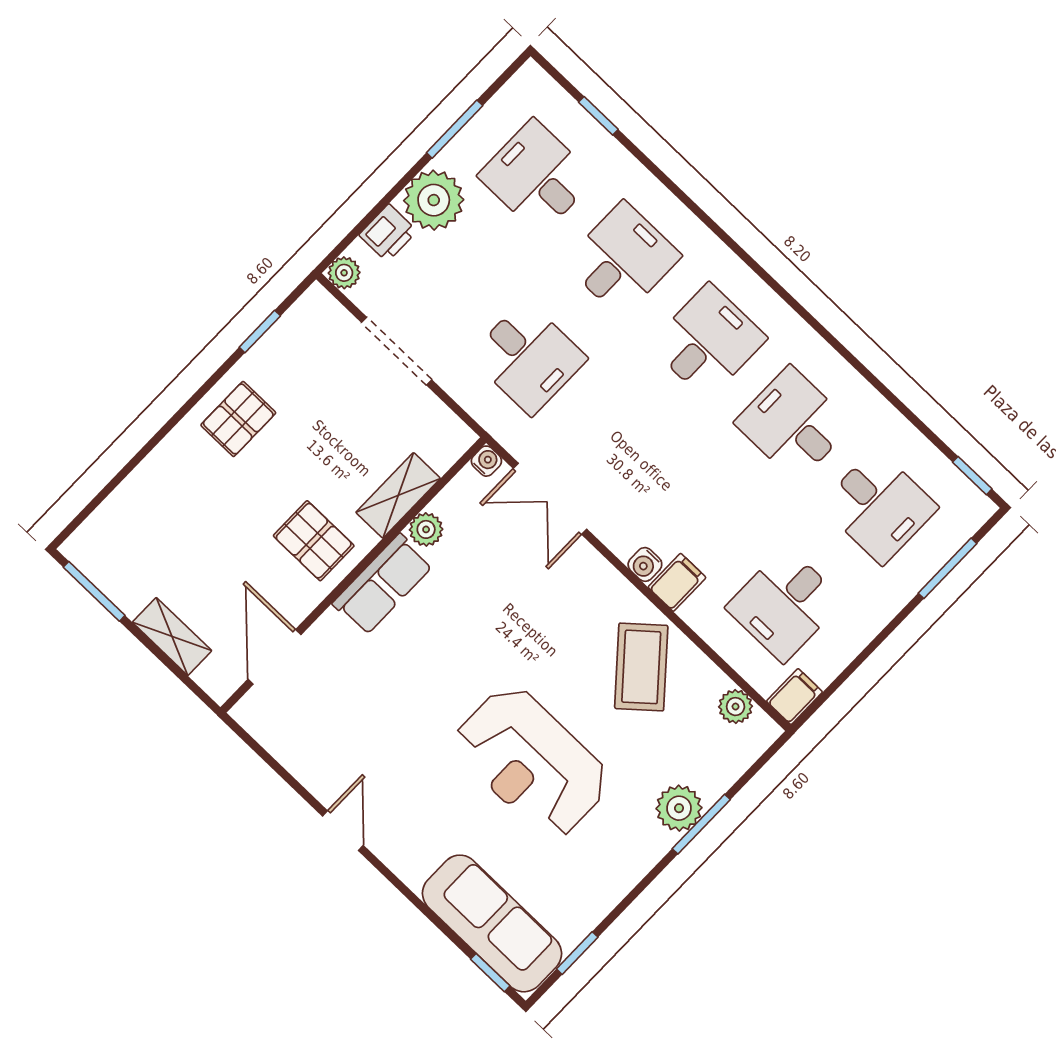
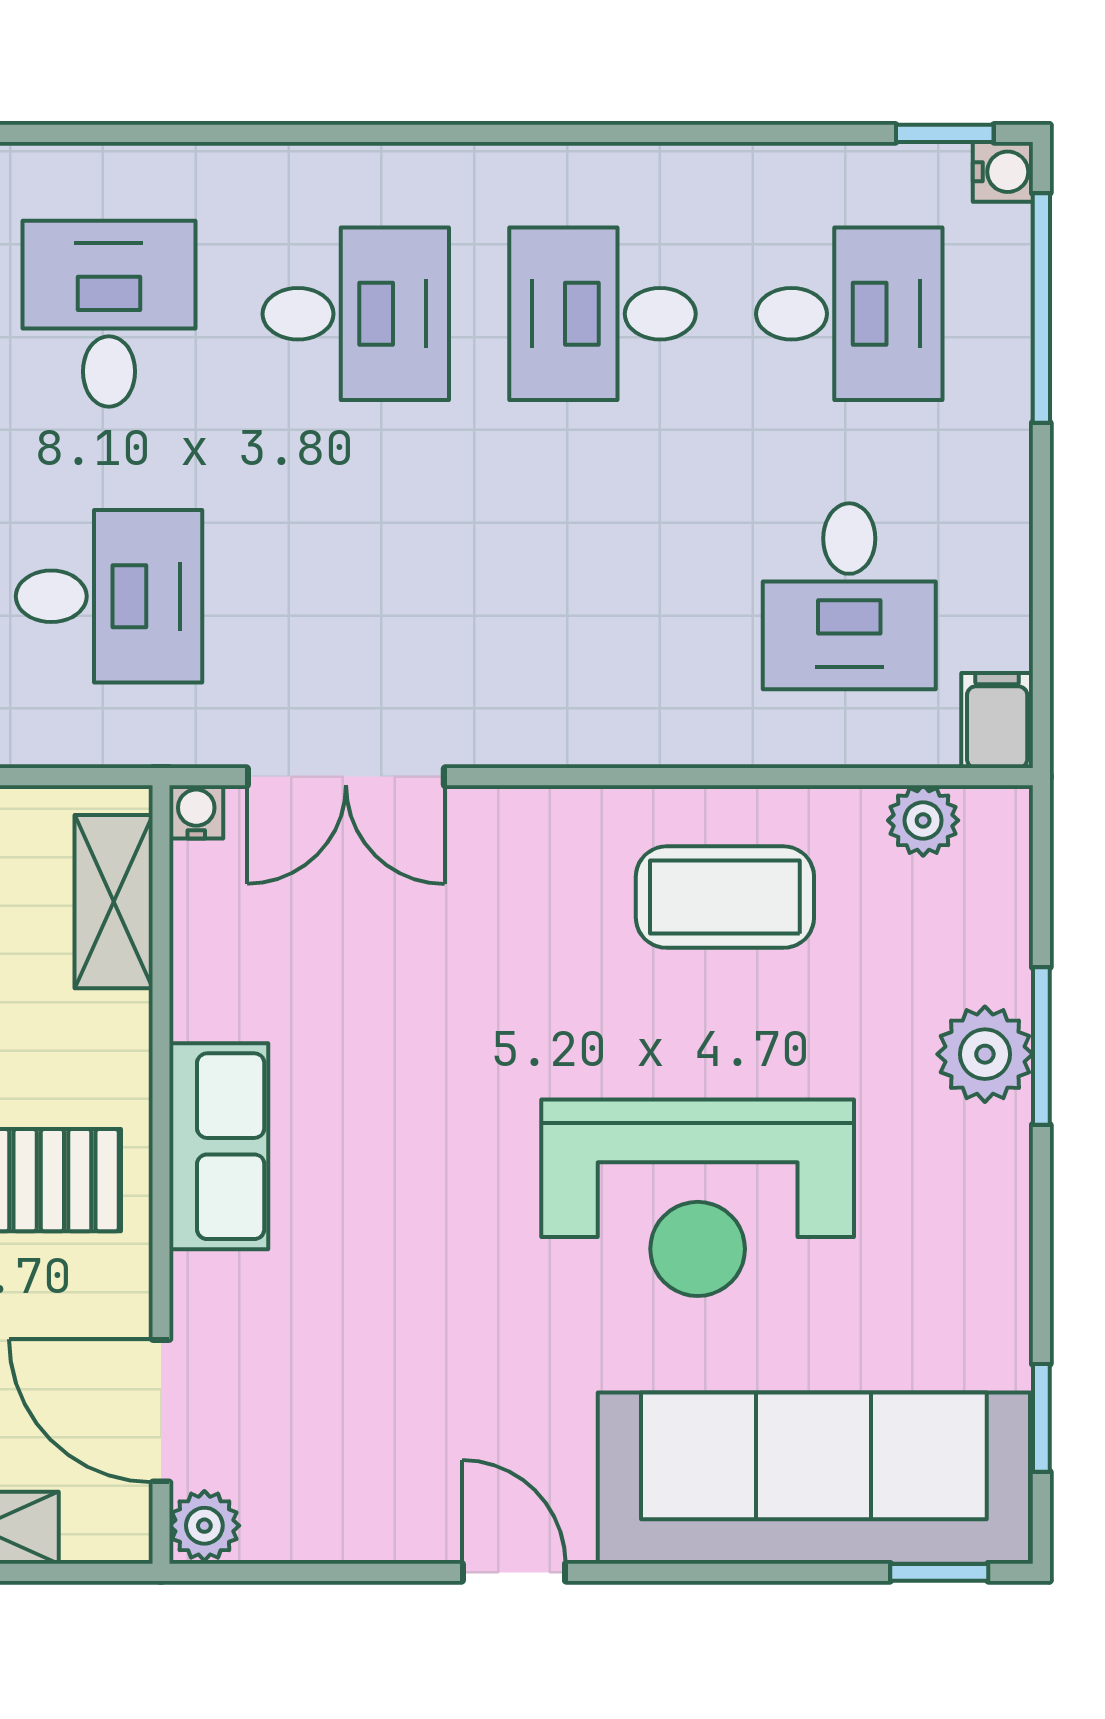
desk: (708, 342) -> (356, 314), turned 90
shelving: (398, 495) -> (114, 902), moved
plant: (426, 529) -> (204, 1526), moved
water cooler: (645, 564) -> (1003, 172), moved, turned -90
window: (947, 568) -> (1041, 308), width x1.44
filing cabinet: (677, 582) -> (656, 719), removed
coffee table: (641, 667) -> (725, 897), turned -49
sofa: (492, 923) -> (814, 1478), width x1.36, depth x1.27

